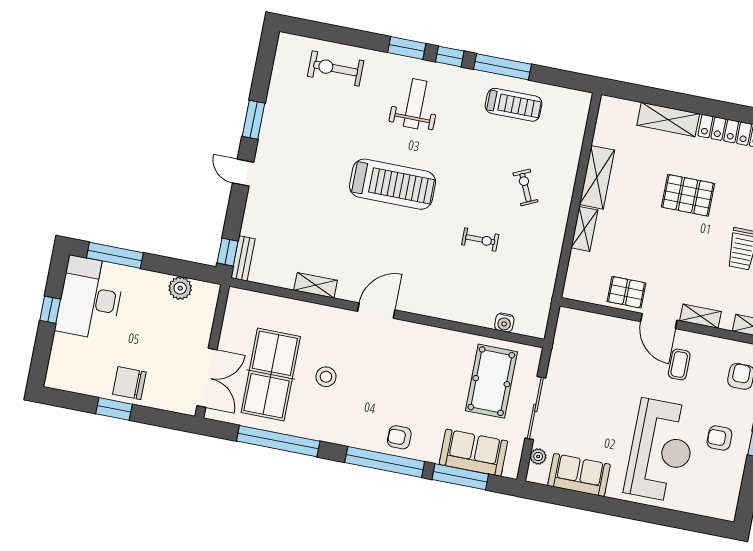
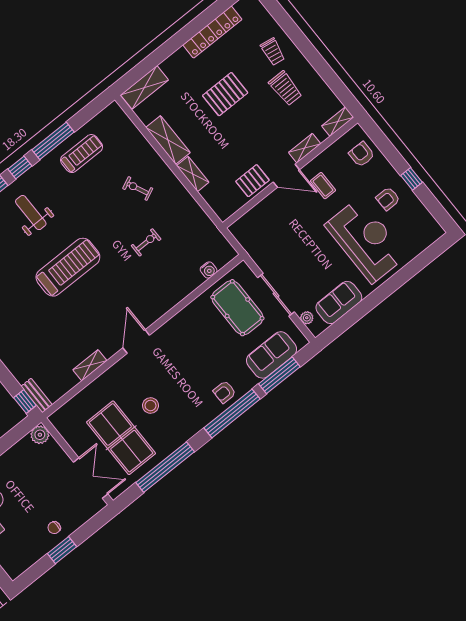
shelving: (668, 120) -> (144, 87), moved
plant: (180, 288) -> (40, 435), moved
chair: (129, 383) -> (54, 528), width x0.54, depth x0.54

